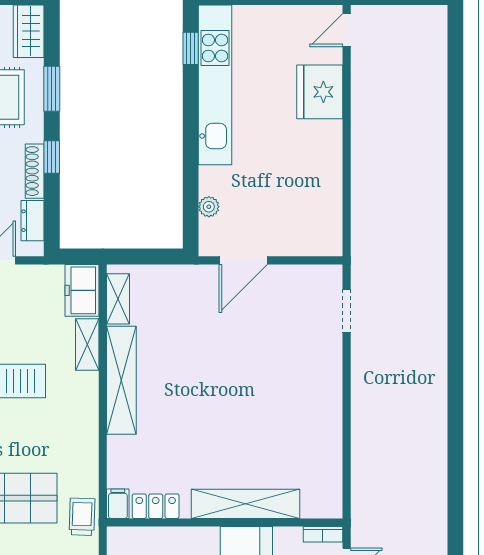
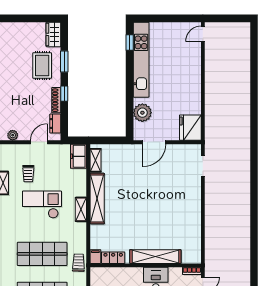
fridge: (320, 92) -> (190, 128), moved
plant: (209, 207) -> (142, 113), width x1.88, depth x1.88
shelving: (87, 344) -> (81, 209), moved

